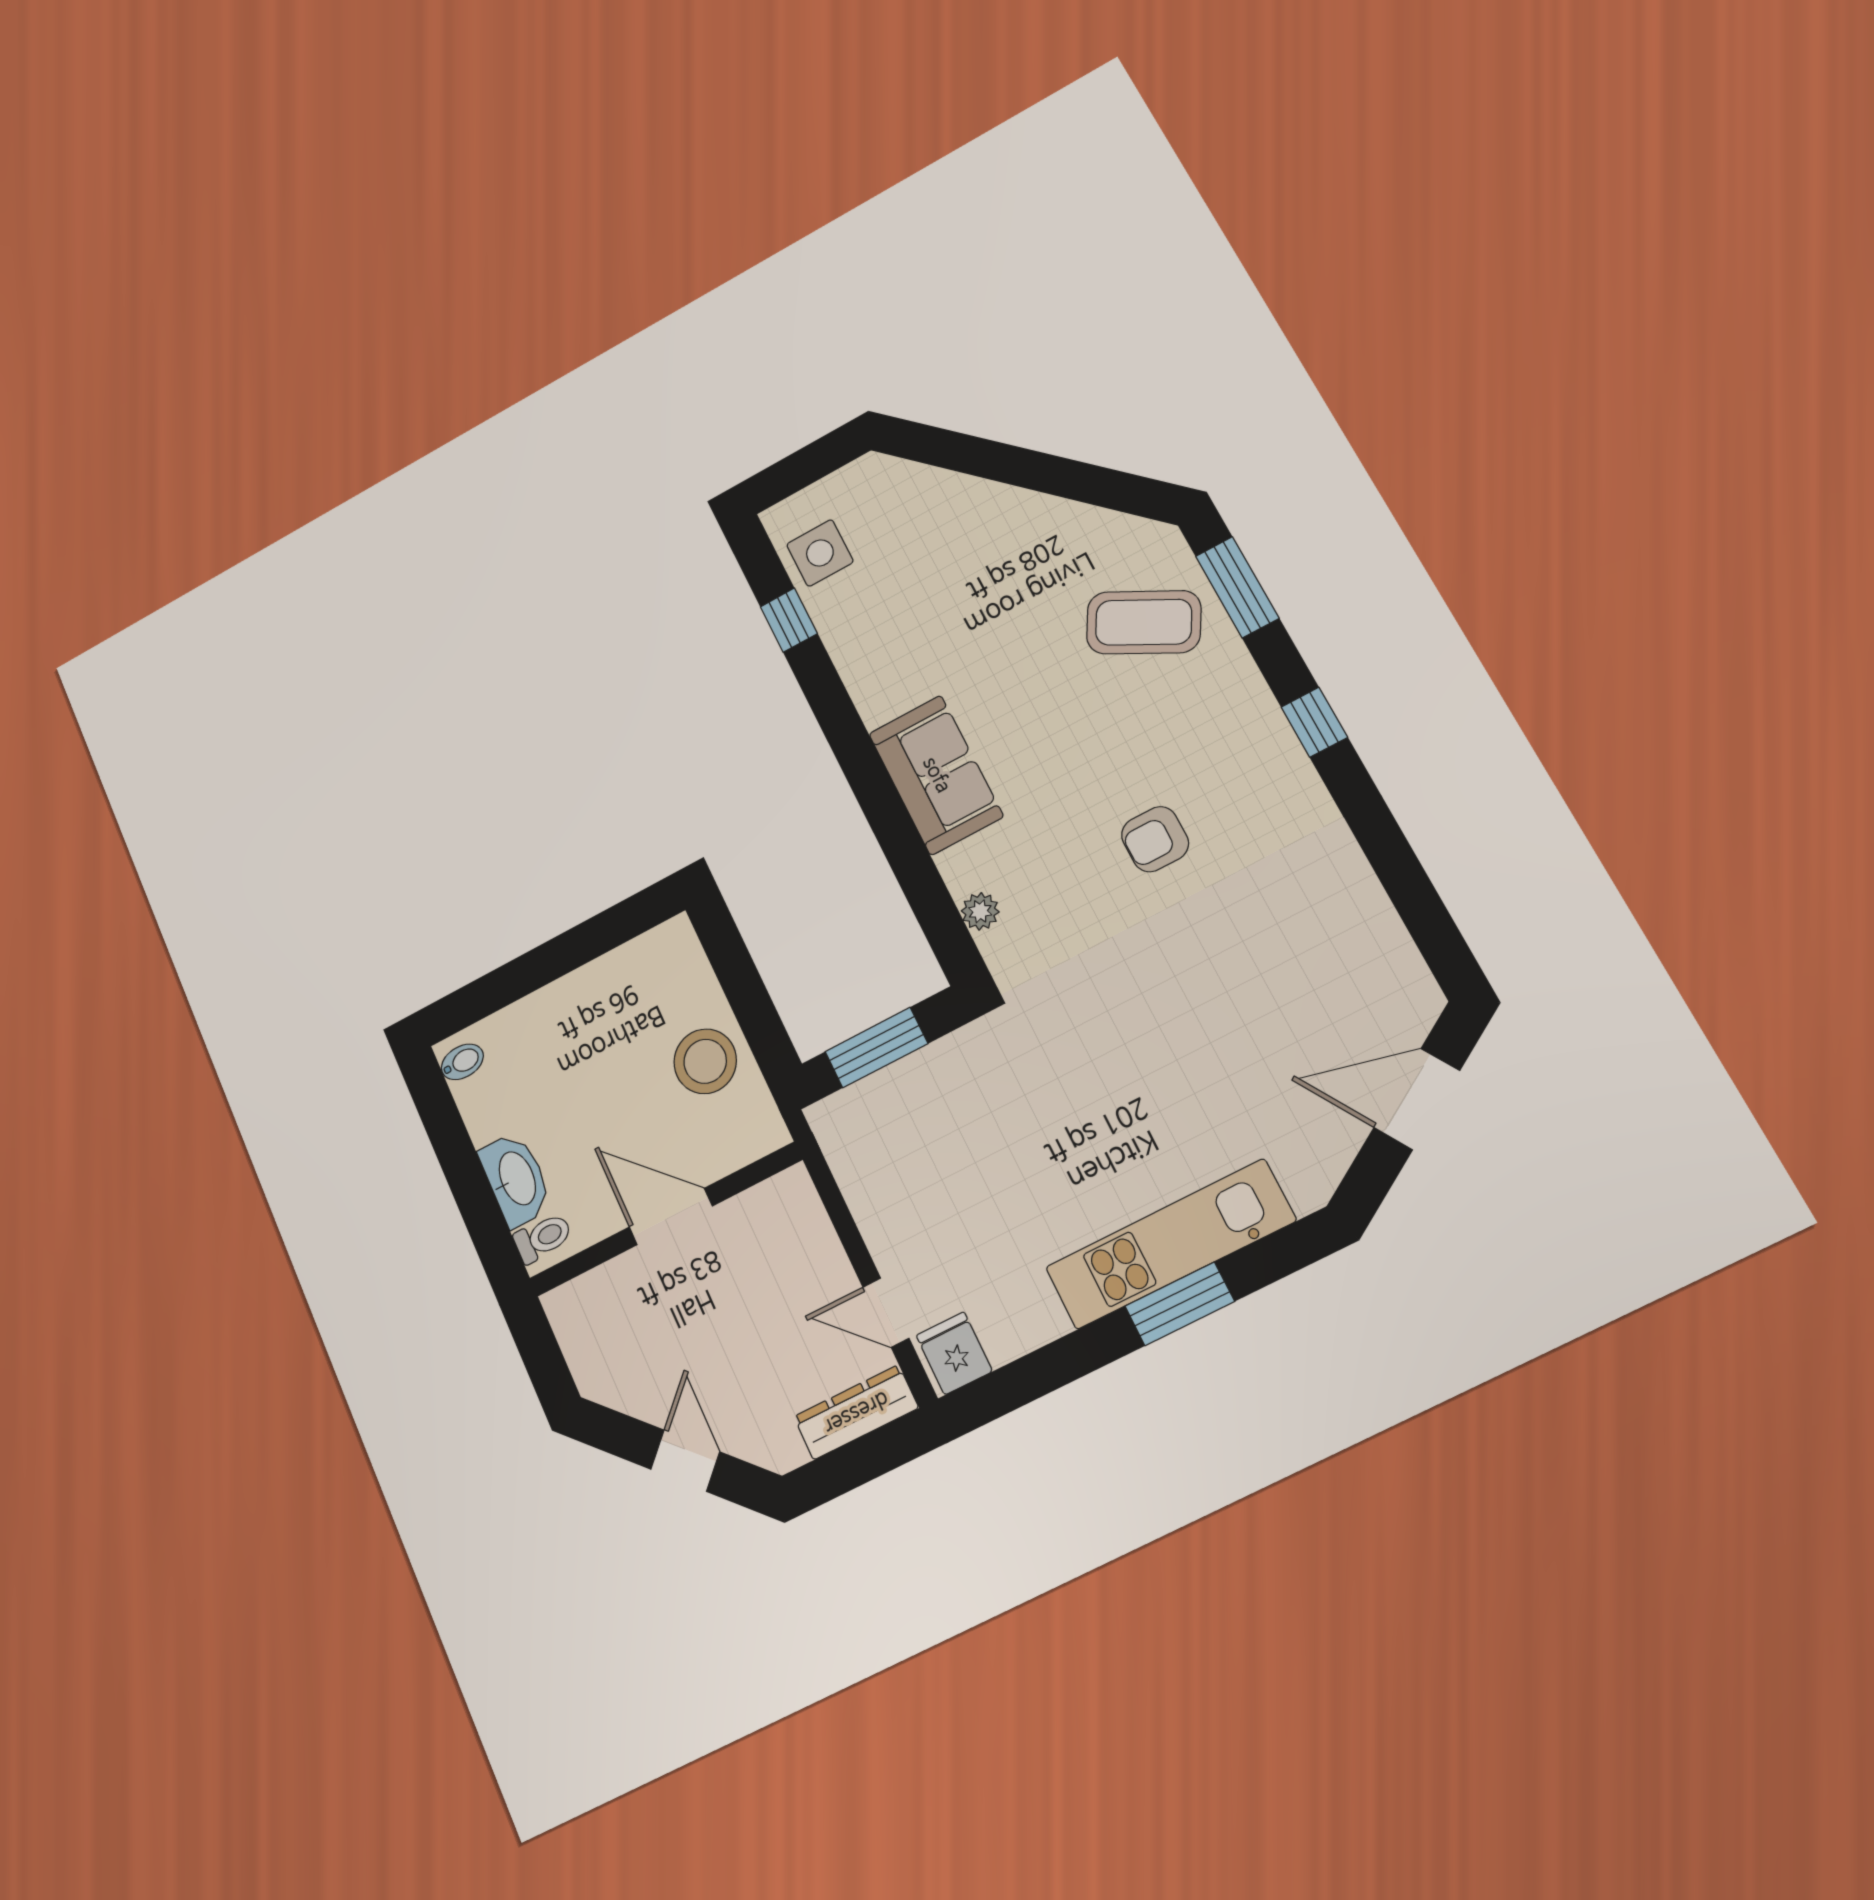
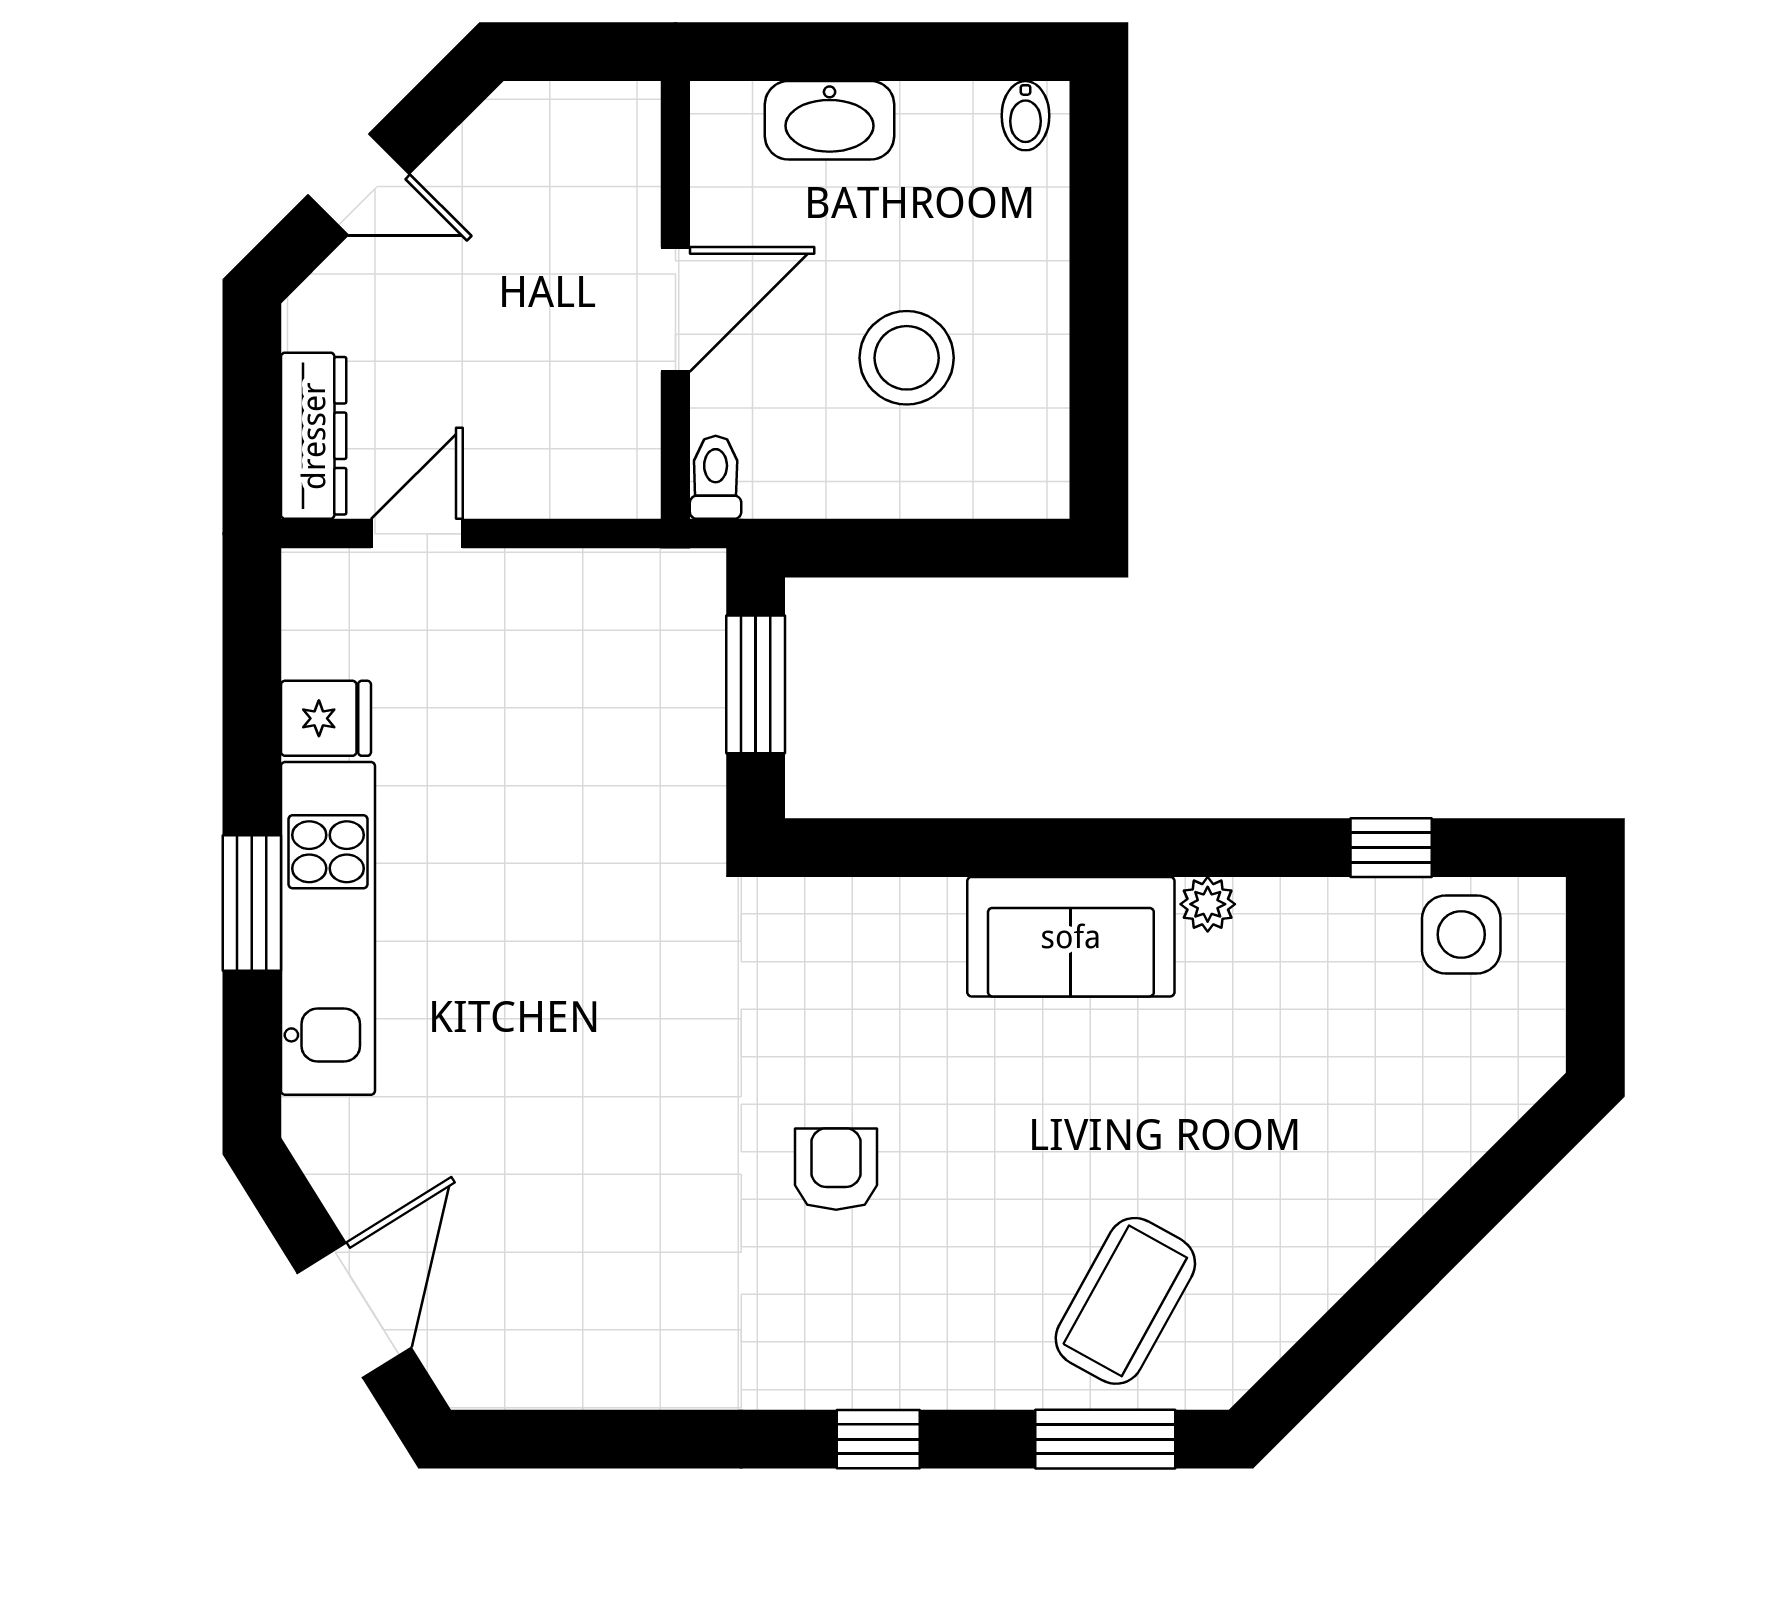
plant: (980, 911) -> (1208, 904), moved
stool: (705, 1061) -> (907, 358), moved
toilet: (543, 1238) -> (716, 477), moved, turned 180
fridge: (954, 1353) -> (326, 718), moved

